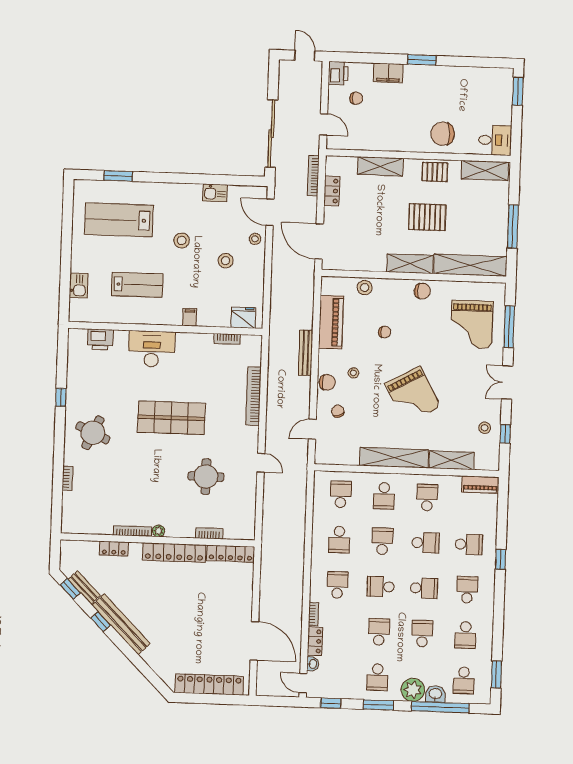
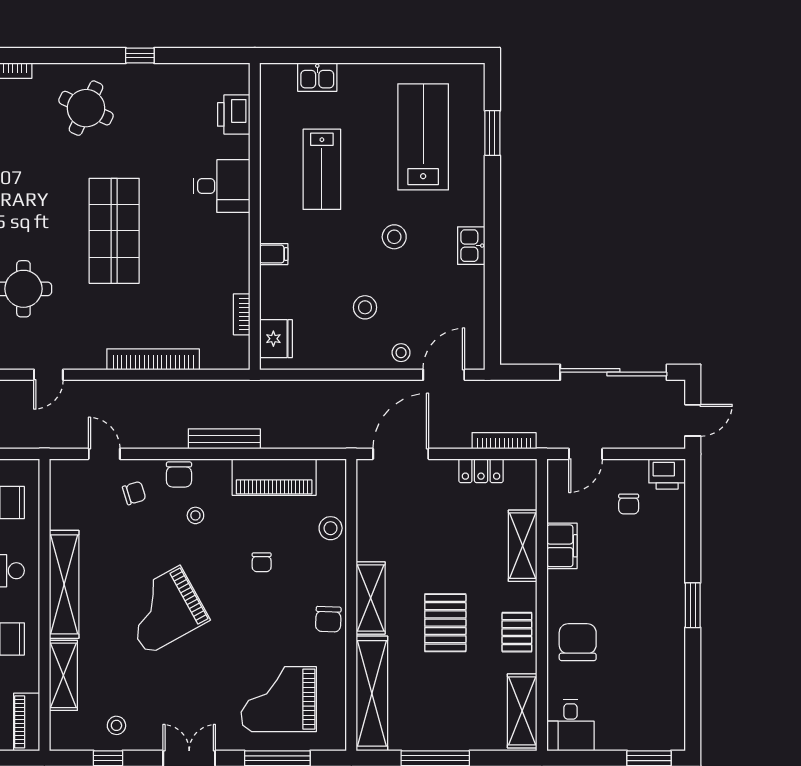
filing cabinet: (388, 73) -> (562, 546), moved, turned 180
sliding door: (271, 134) -> (613, 372), moved
kitchen sink: (215, 193) -> (471, 246), moved
desk: (152, 349) -> (221, 186), width x0.73

